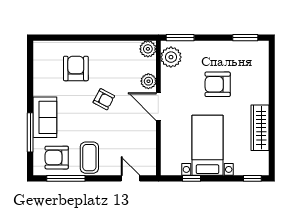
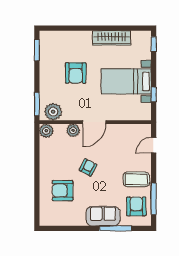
armchair: (57, 158) -> (136, 206), turned 180

